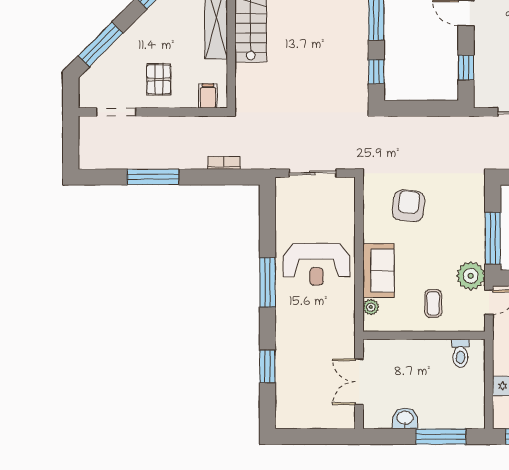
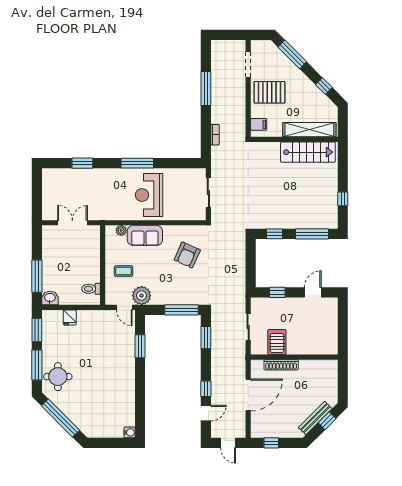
pallet: (159, 79) -> (269, 92), width x1.50, depth x1.42
armchair: (409, 206) -> (187, 255), turned 107
window: (493, 238) -> (181, 310), moved
washbasin: (405, 418) -> (50, 298), moved, turned -90

